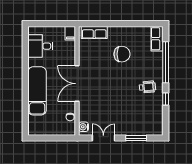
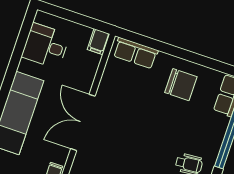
chair: (122, 54) -> (181, 85), moved

